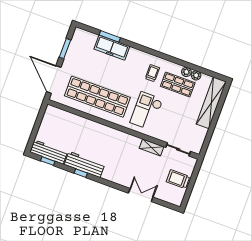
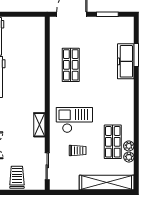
trolley: (152, 73) -> (78, 150), moved
shop shelf: (97, 97) -> (71, 65), width x0.50, depth x0.74
shelving: (152, 147) -> (39, 125), moved

